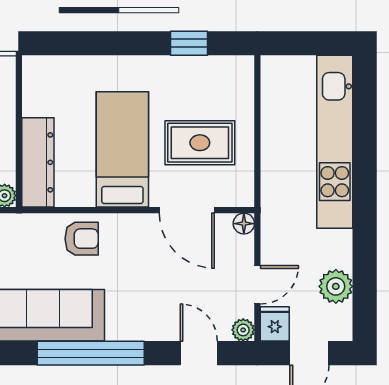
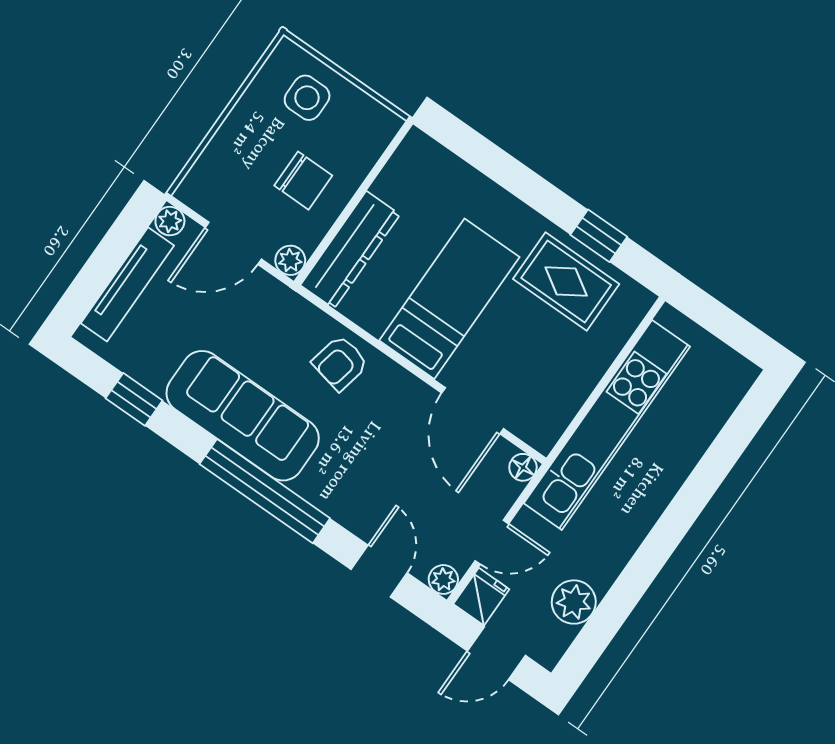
kitchen unit: (335, 142) -> (607, 425), moved, turned 180
rug: (200, 143) -> (566, 281), moved
armchair: (82, 239) -> (340, 363), turned 102

